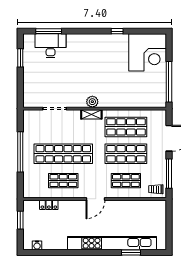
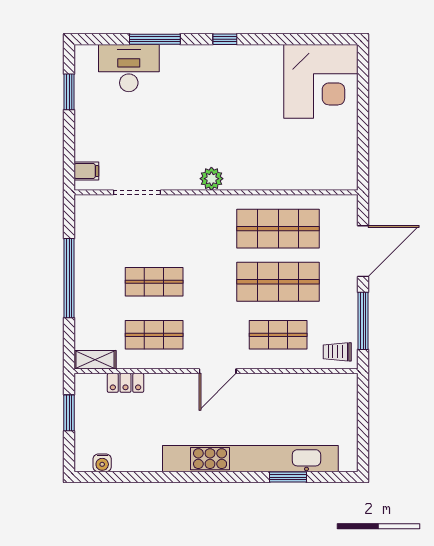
window: (49, 31) -> (155, 39), moved
window: (117, 31) -> (225, 39), moved
window: (169, 82) -> (363, 139), removed
filing cabinet: (29, 98) -> (86, 171), added
shelving: (91, 114) -> (95, 360), moved
shop shelf: (63, 154) -> (154, 282), width x0.50, depth x0.74

